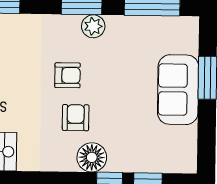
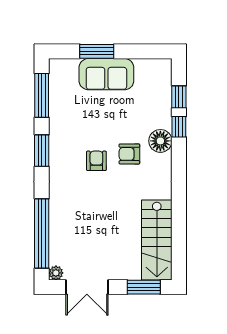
plant: (93, 26) -> (58, 141), removed

